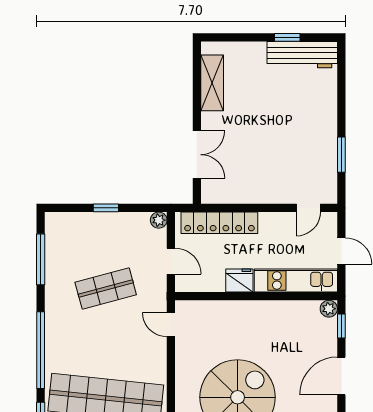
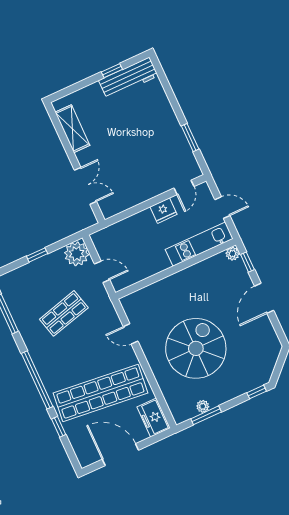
plant: (159, 220) -> (77, 254), width x1.88, depth x1.88
locker: (219, 223) -> (124, 228), removed
fridge: (239, 280) -> (163, 211), moved, turned 180
door: (171, 325) -> (131, 334), moved

